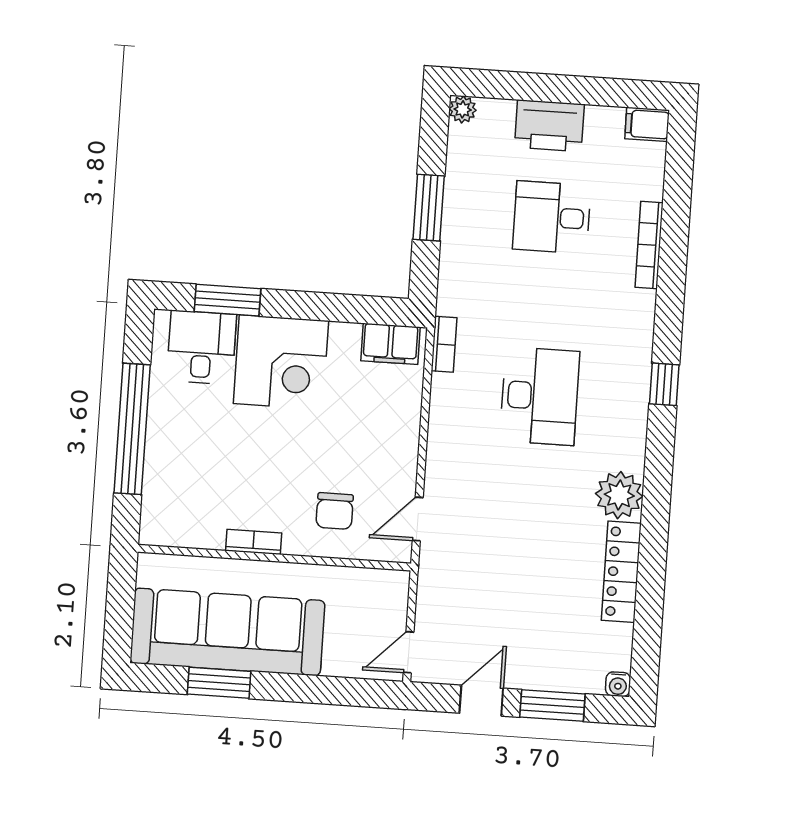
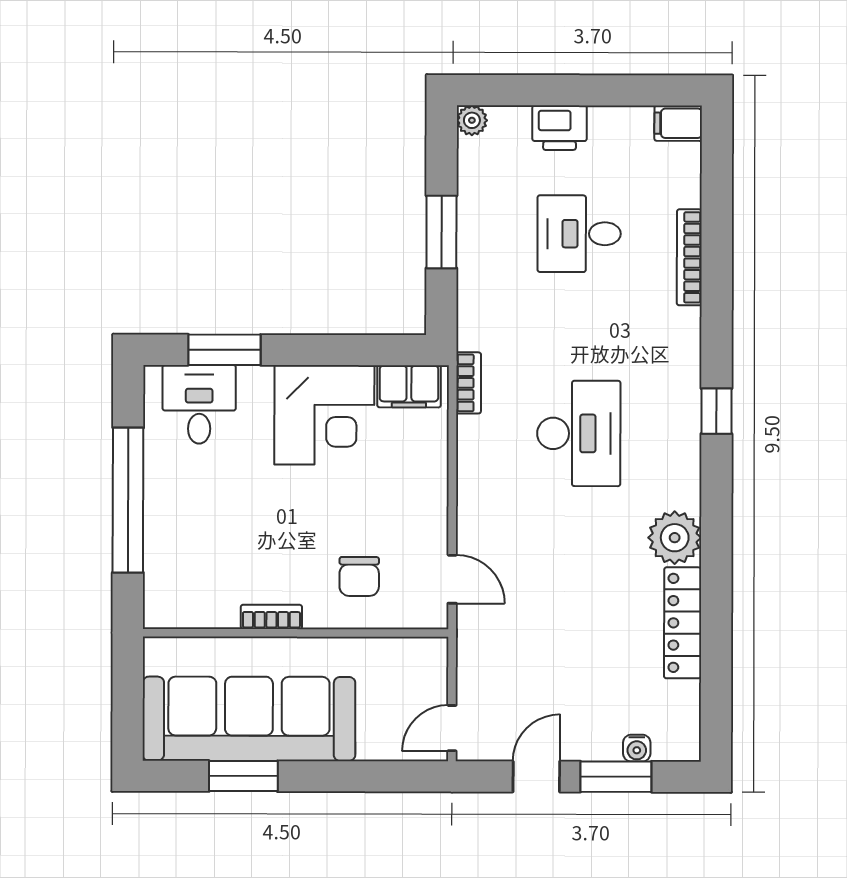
printer: (549, 126) -> (560, 128), width x0.73, depth x0.84
corner desk: (281, 362) -> (324, 415), moved
door: (418, 519) -> (452, 579), swing flipped
water cooler: (618, 684) -> (637, 748), moved

